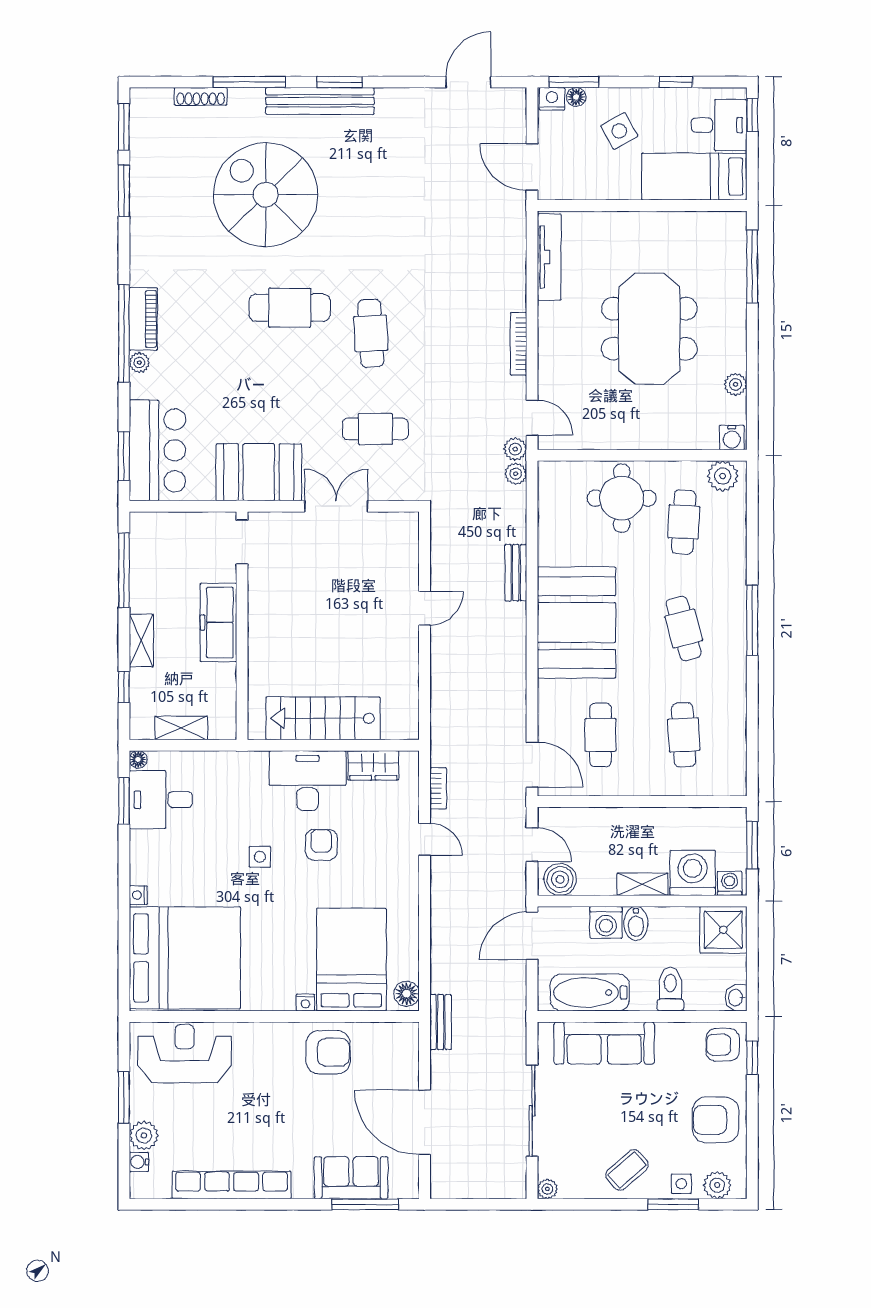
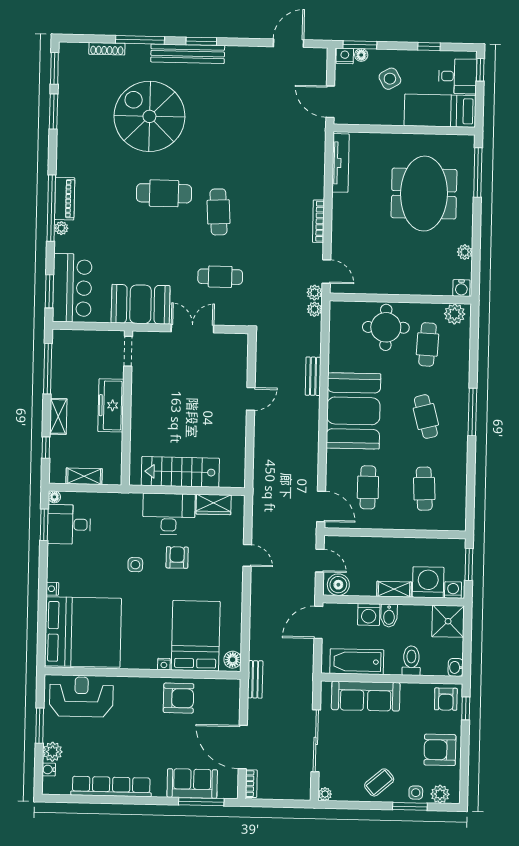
meeting table: (649, 329) -> (424, 194), moved
bookcase: (438, 788) -> (251, 784), moved
armchair: (723, 1045) -> (446, 699), turned -90

